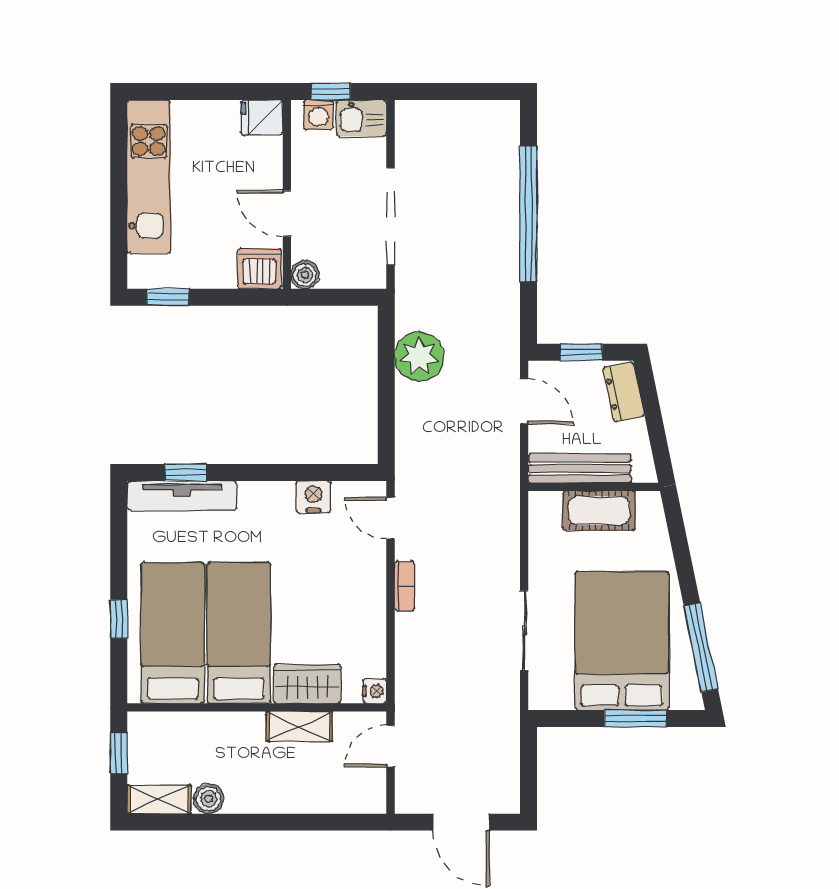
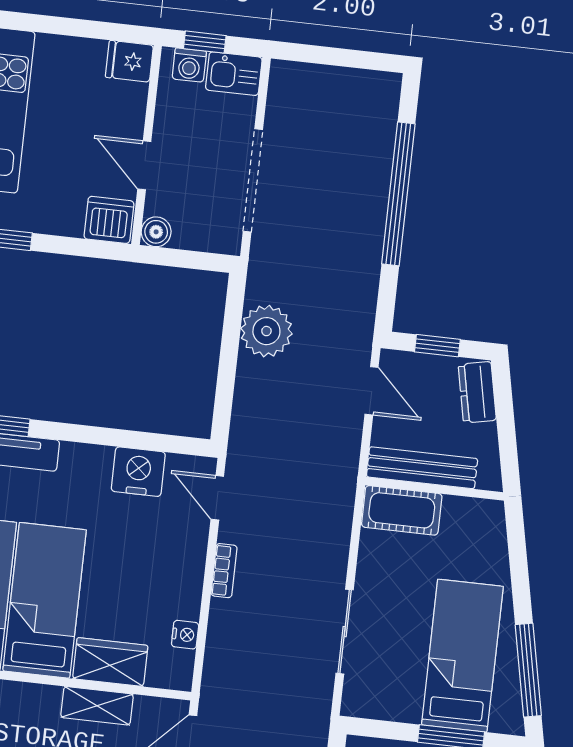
nightstand: (313, 497) -> (138, 472), width x1.36, depth x1.33
cot: (599, 511) -> (402, 510), moved
bed: (622, 641) -> (462, 656), width x0.67
nightstand: (375, 691) -> (185, 635), moved

